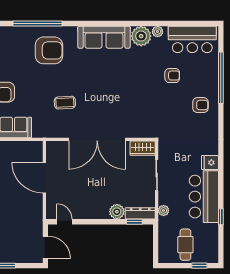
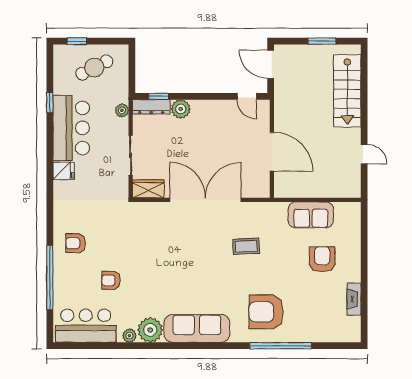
cafe table: (185, 245) -> (94, 68), turned 63

